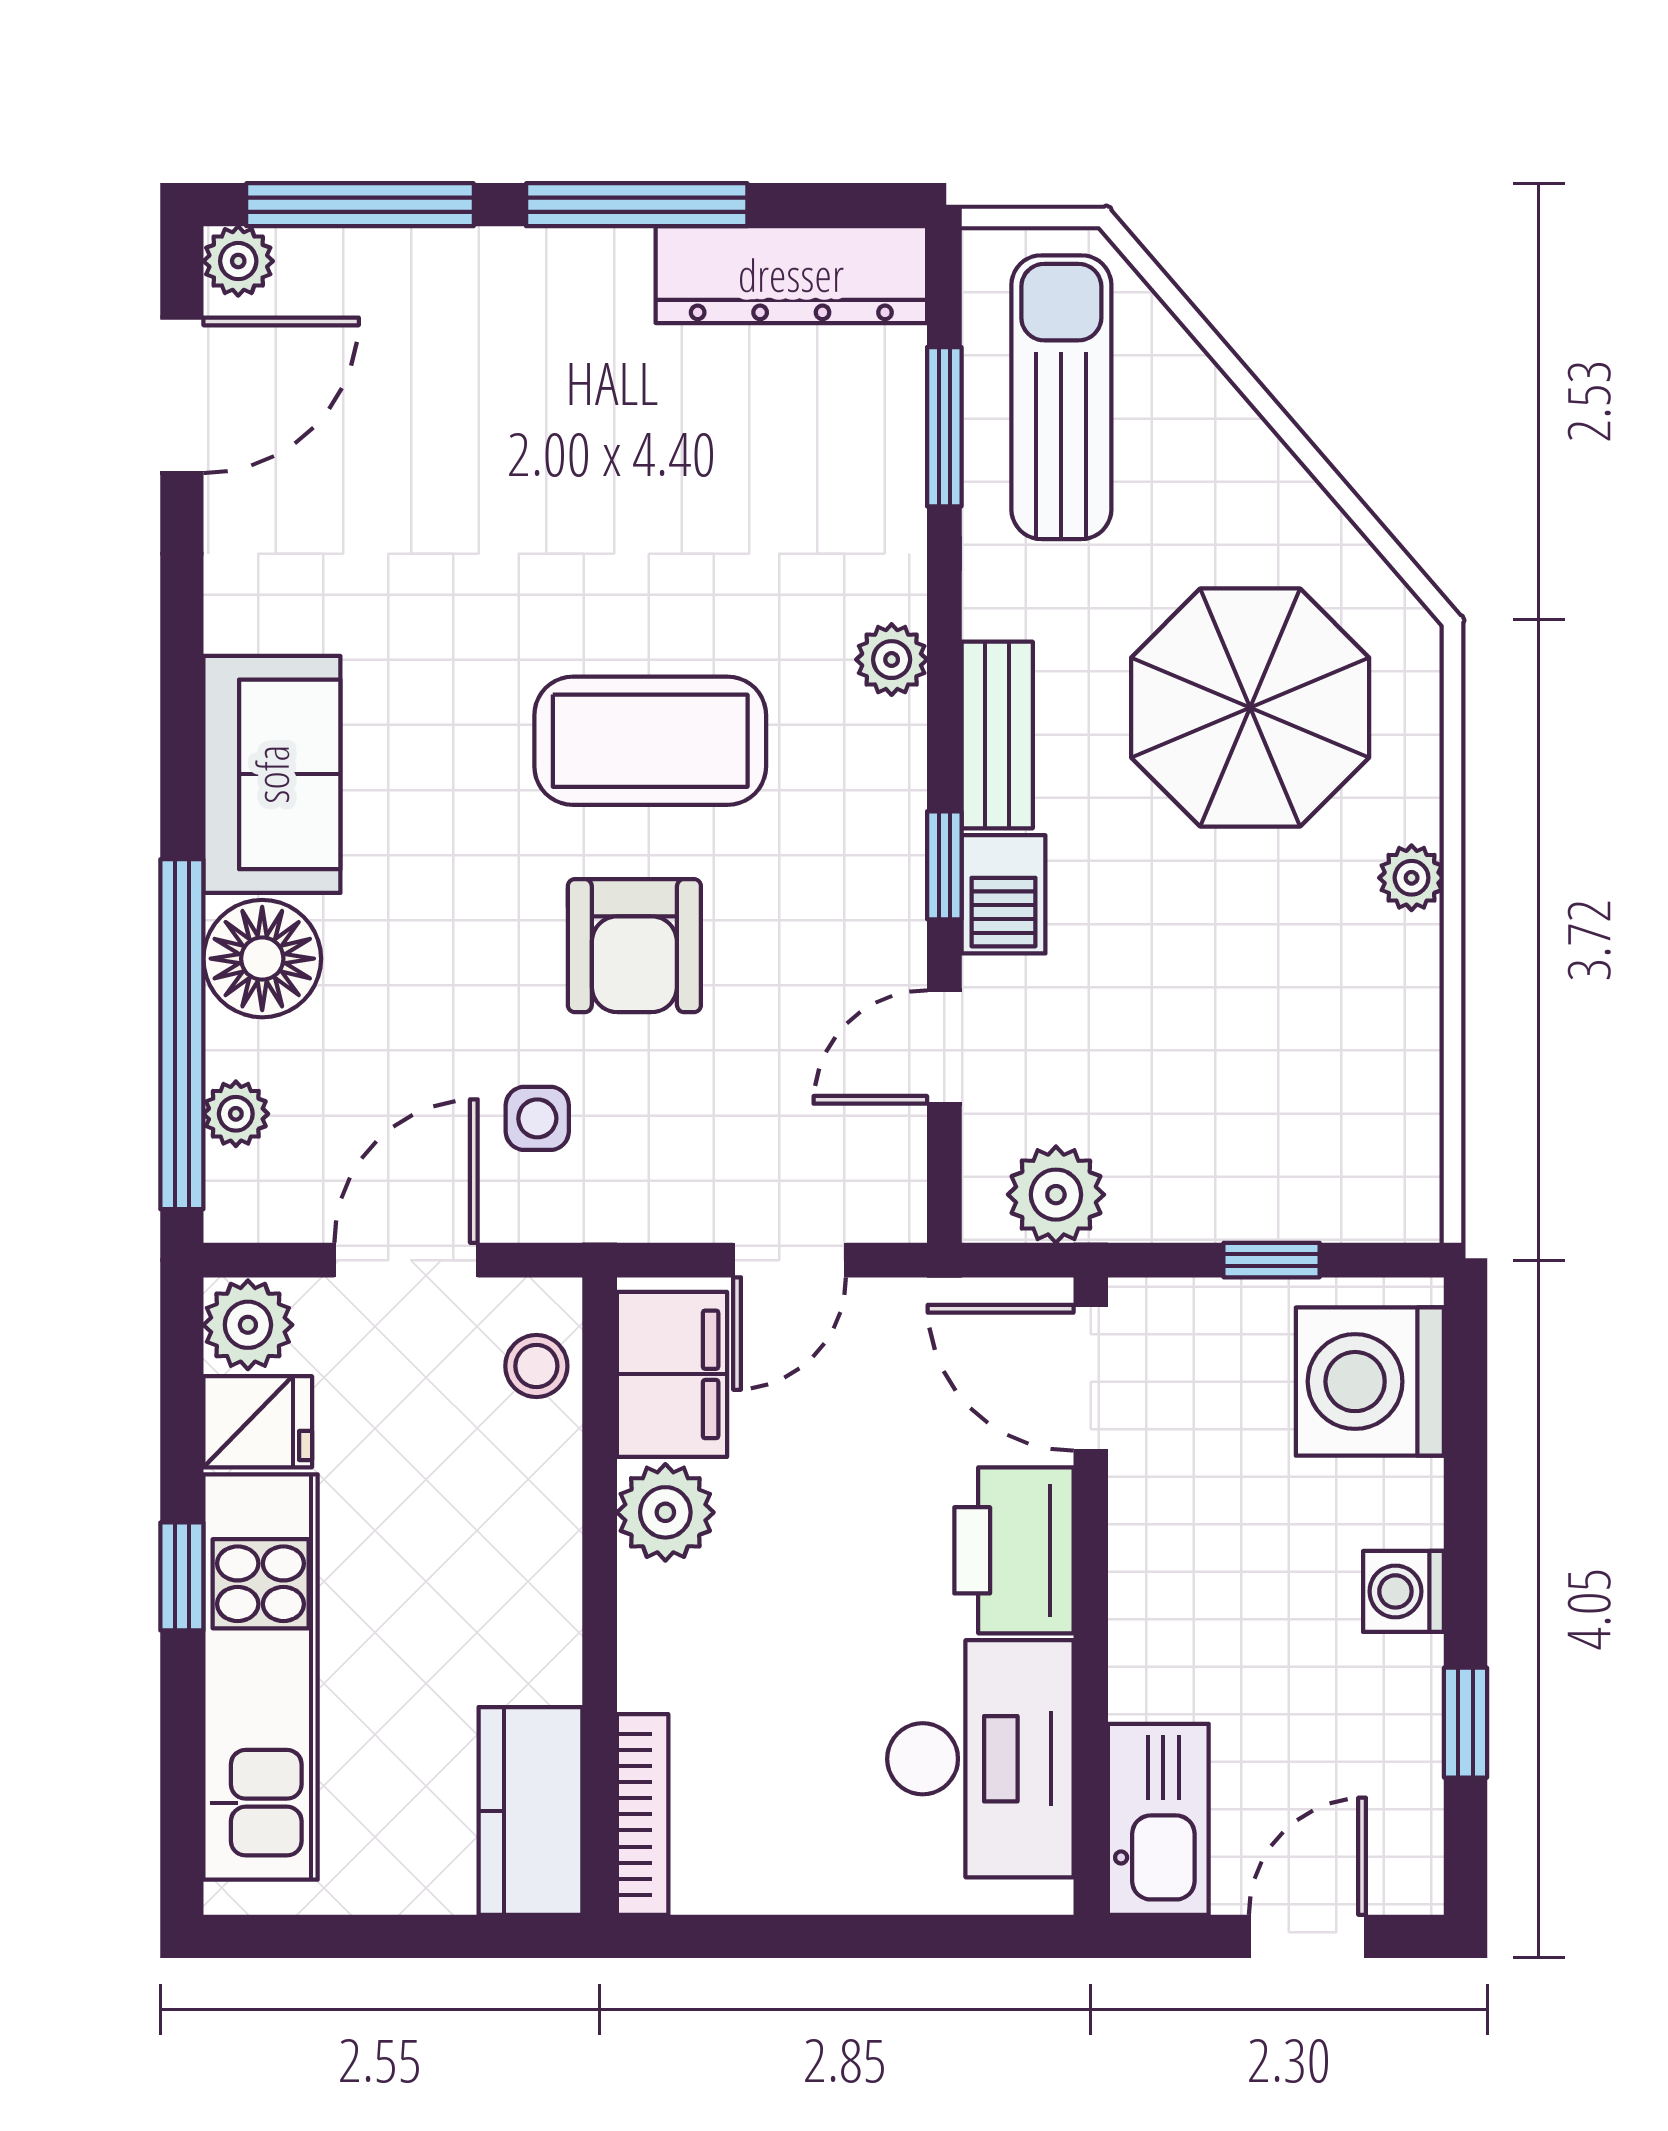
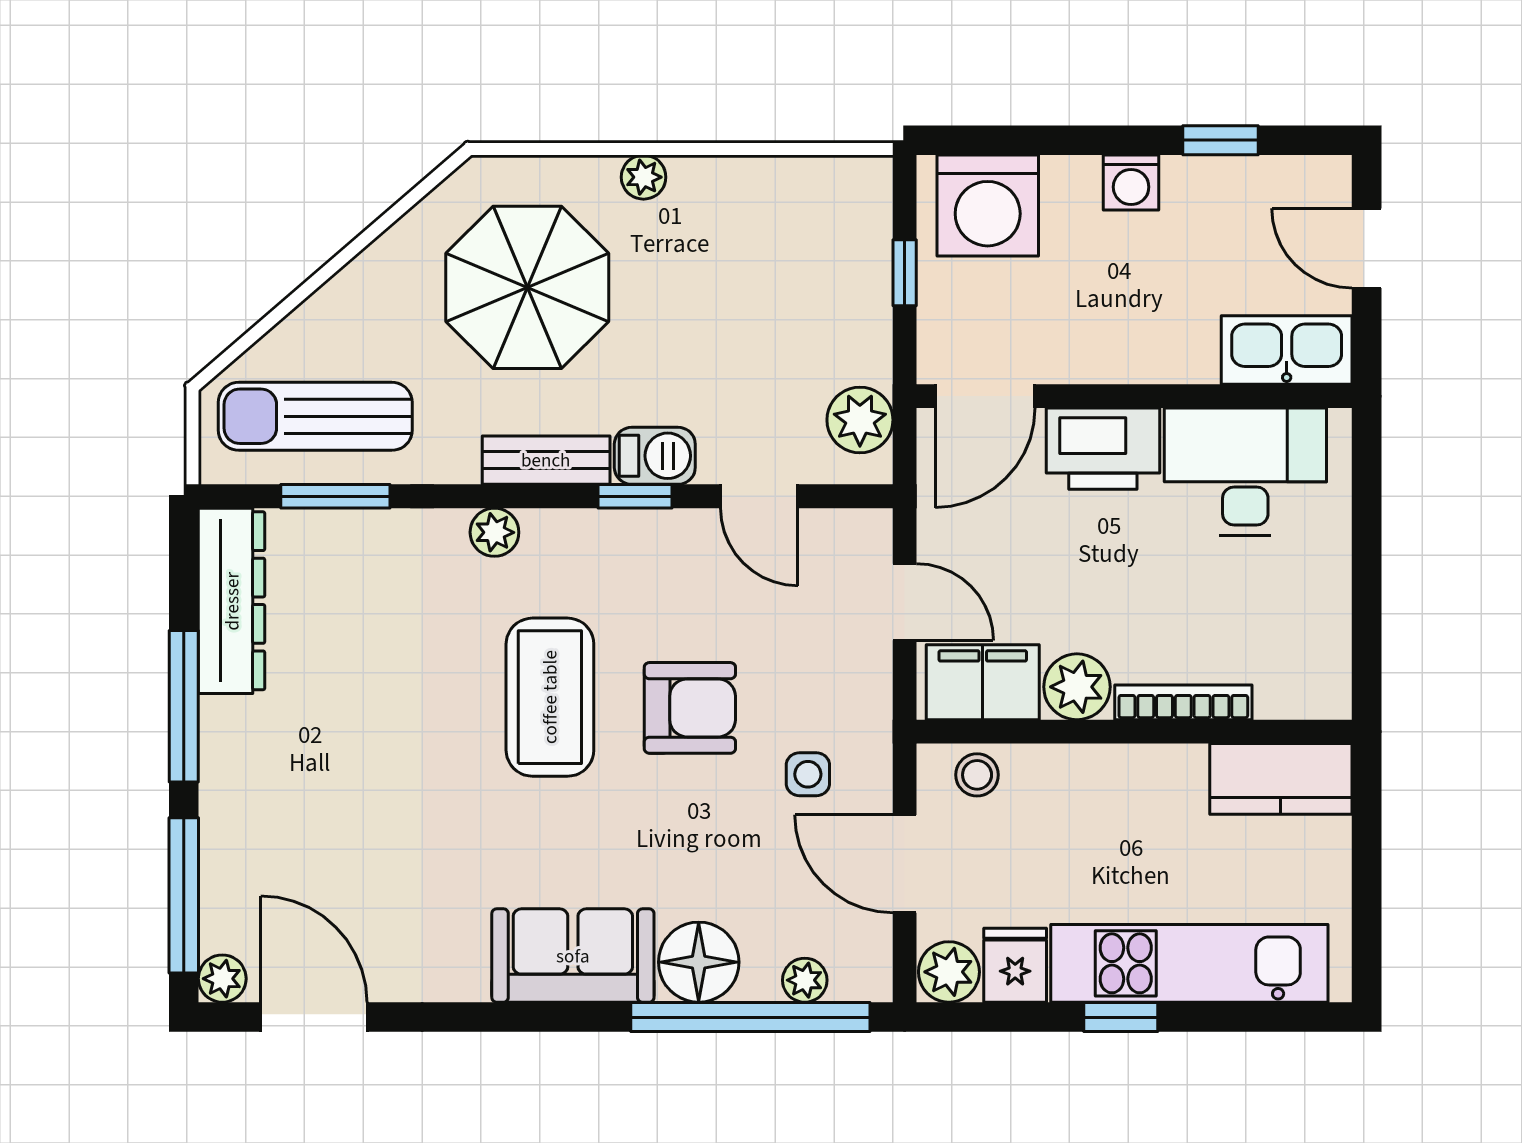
bookcase: (643, 1814) -> (1183, 702), moved

